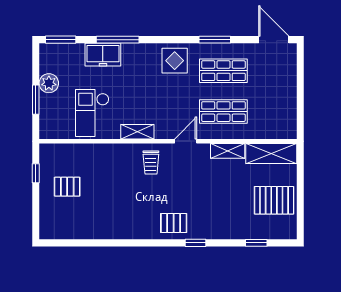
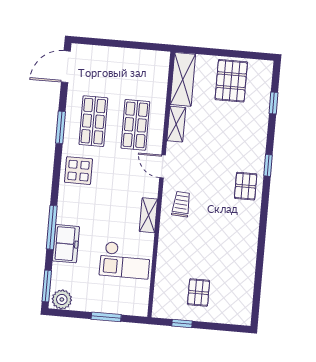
plant: (49, 83) -> (62, 299), moved
trolley: (151, 162) -> (181, 204), turned -86

